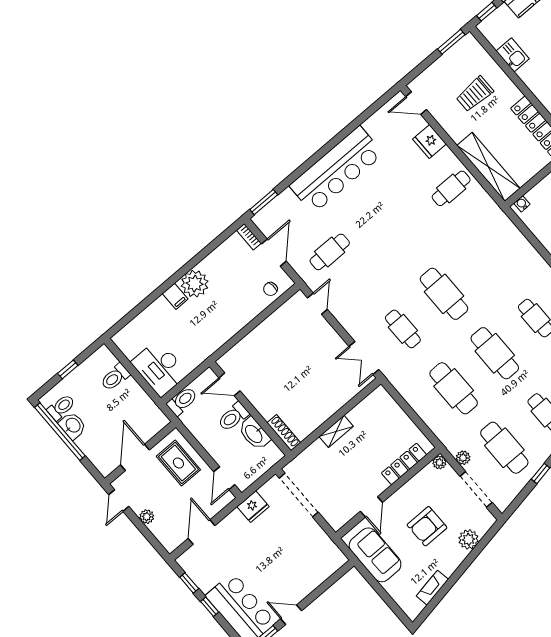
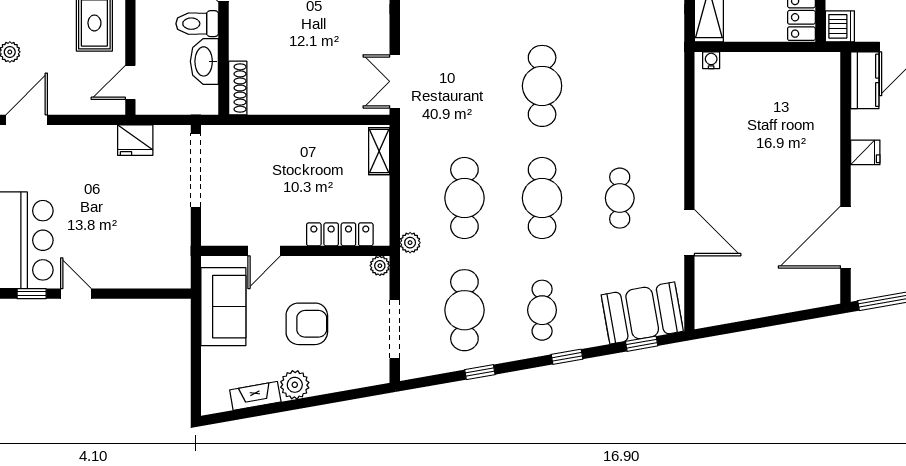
cafe table: (403, 329) -> (464, 86), removed
shelving: (336, 431) -> (379, 151), moved, turned 90
plant: (463, 458) -> (410, 243), moved
armchair: (427, 526) -> (307, 324), turned 180
door: (202, 532) -> (27, 120), moved
plant: (469, 539) -> (295, 385), moved

